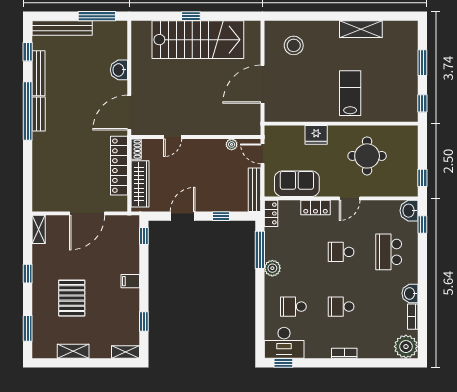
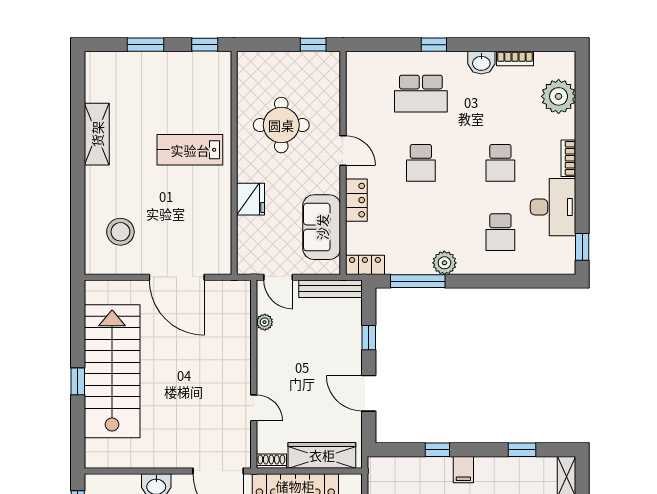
door: (262, 154) -> (278, 277), hinge flipped
washbasin: (409, 211) -> (361, 64), removed
window: (422, 224) -> (434, 45), moved
window: (144, 236) -> (437, 450), moved
desk: (284, 343) -> (553, 207), moved
plant: (406, 347) -> (559, 96), moved

